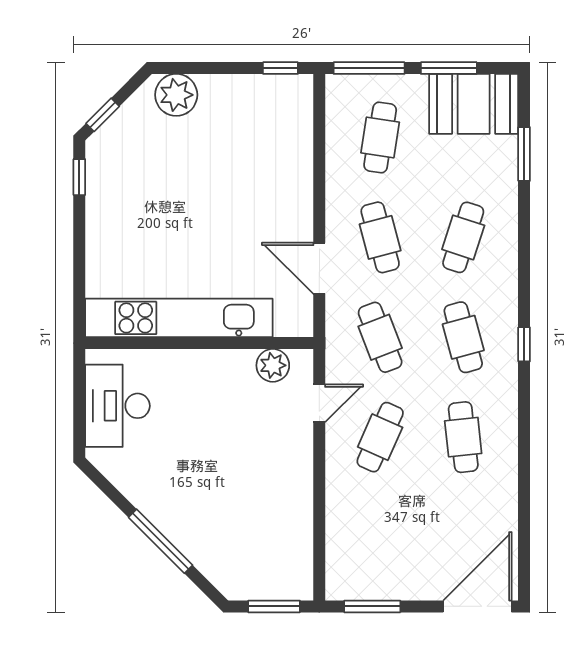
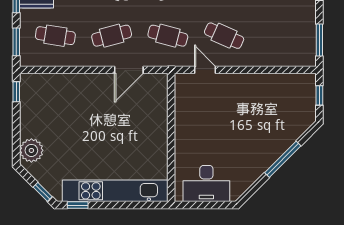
window: (369, 68) -> (16, 42), width x0.69
kitchen unit: (179, 318) -> (115, 191), moved, turned 90
cafe table: (380, 337) -> (168, 36), turned 36
plant: (273, 365) -> (184, 96), removed
window: (274, 606) -> (319, 95), width x0.67

